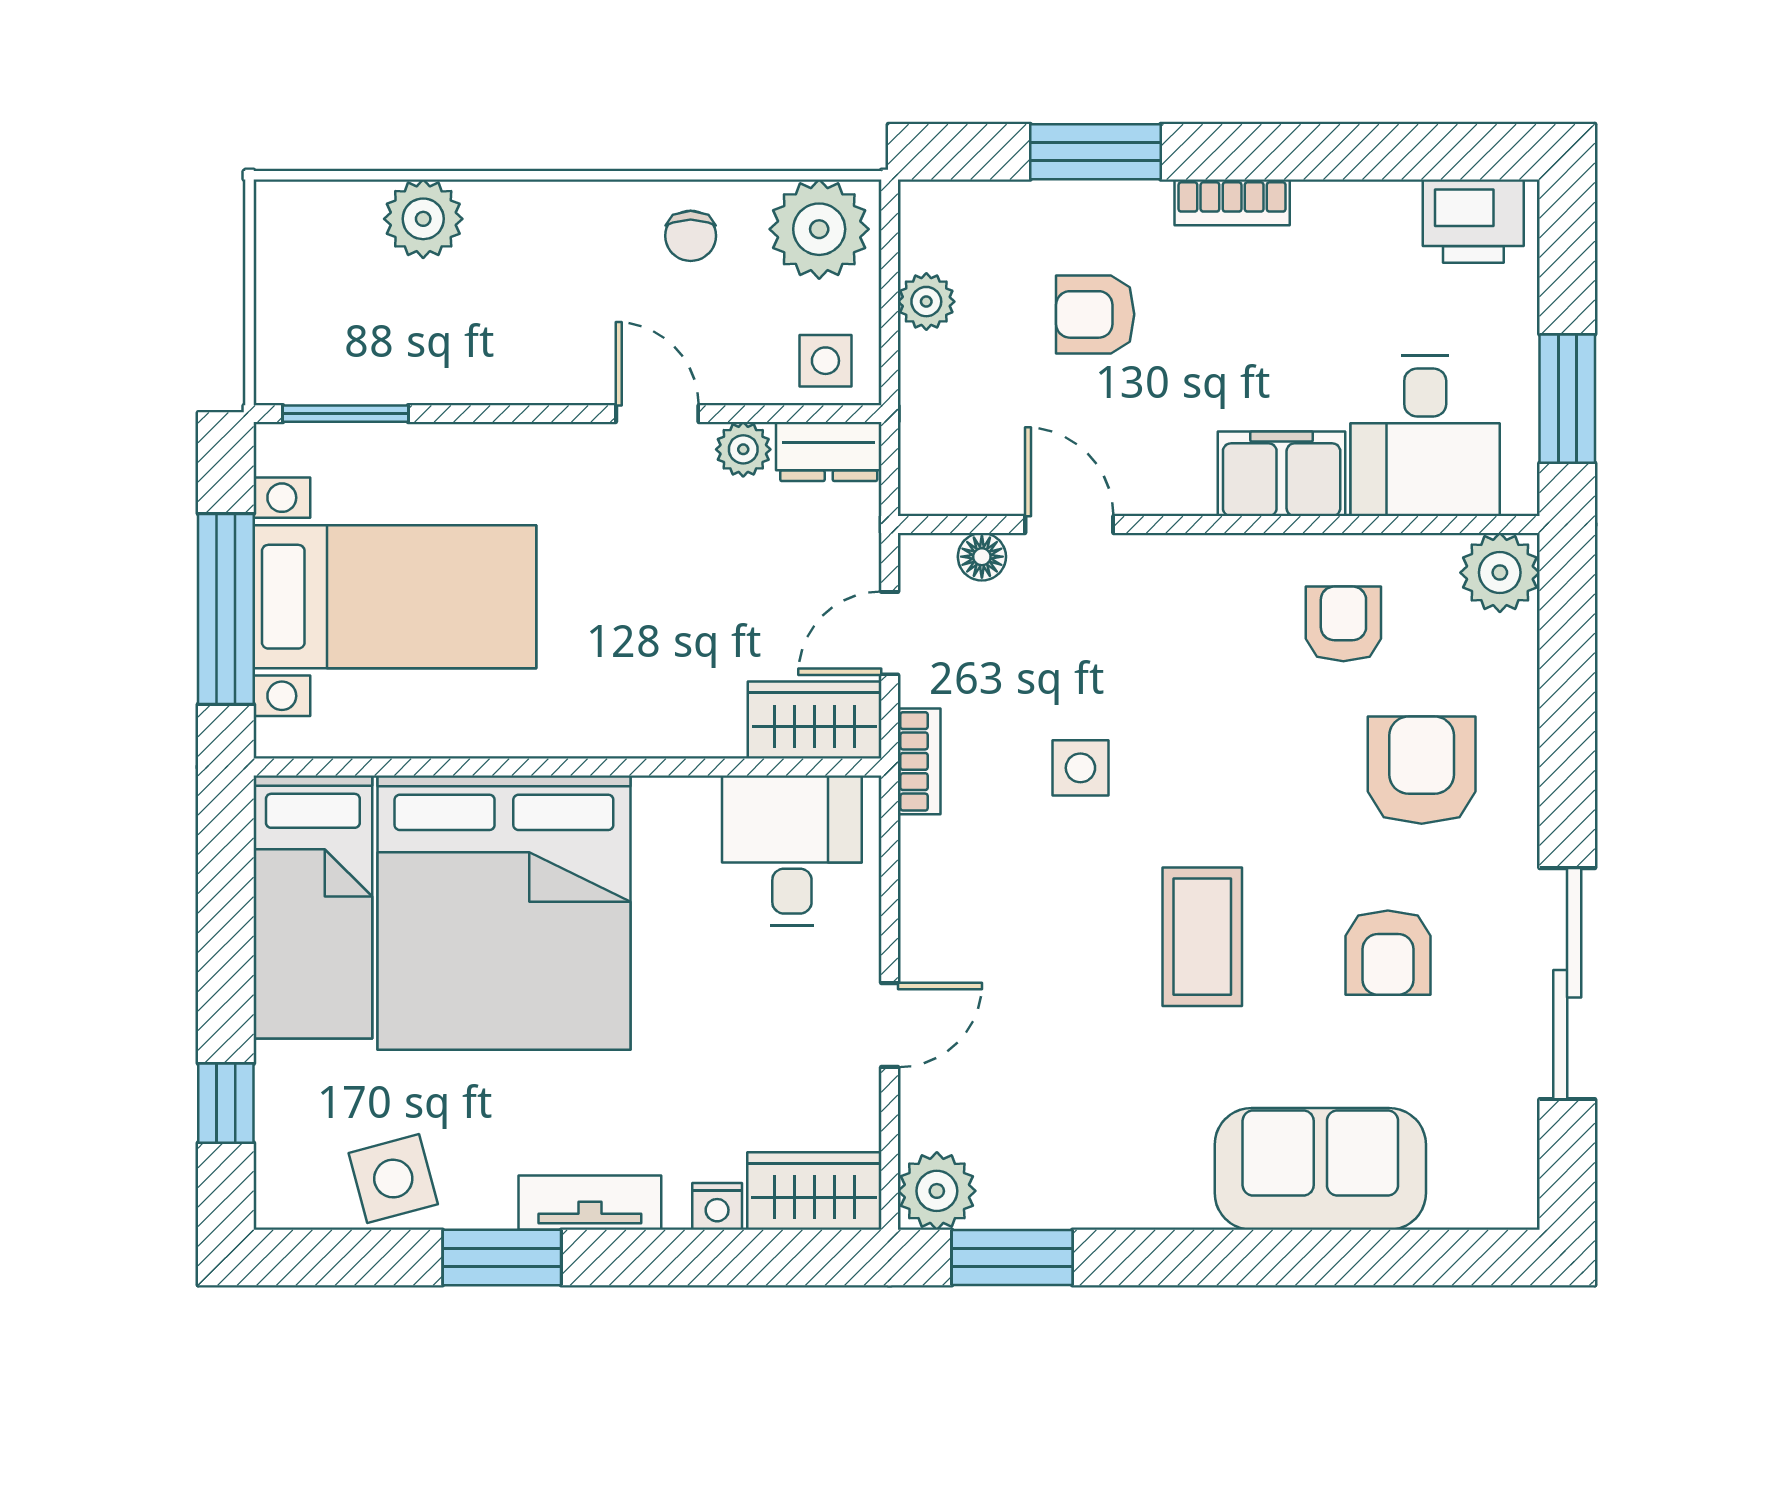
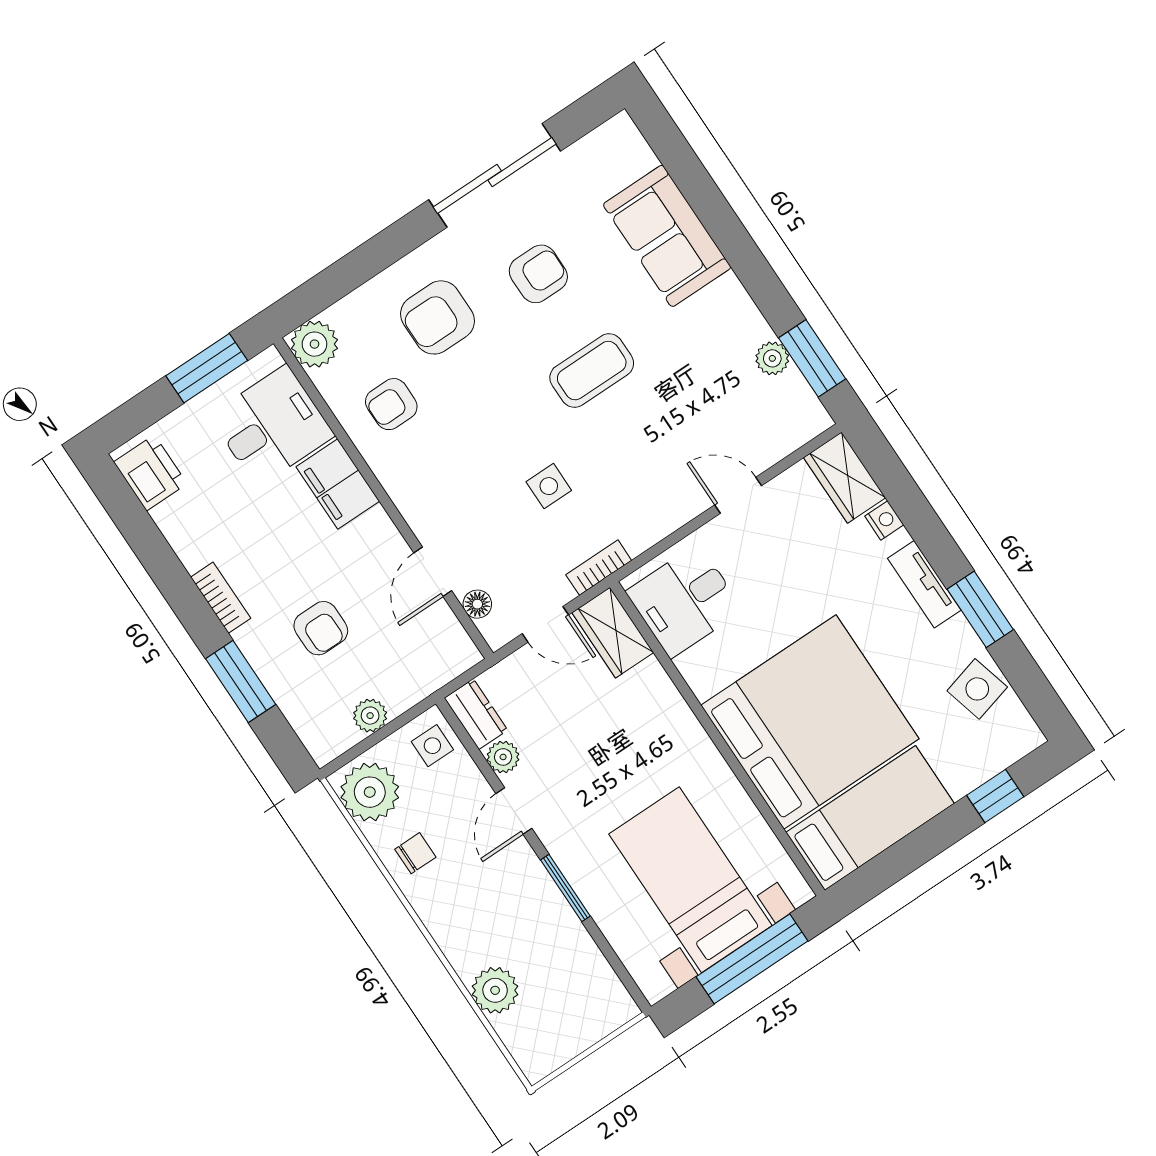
window: (345, 414) -> (565, 888), moved
plant: (937, 1191) -> (772, 358), moved, width x0.73, depth x0.73

